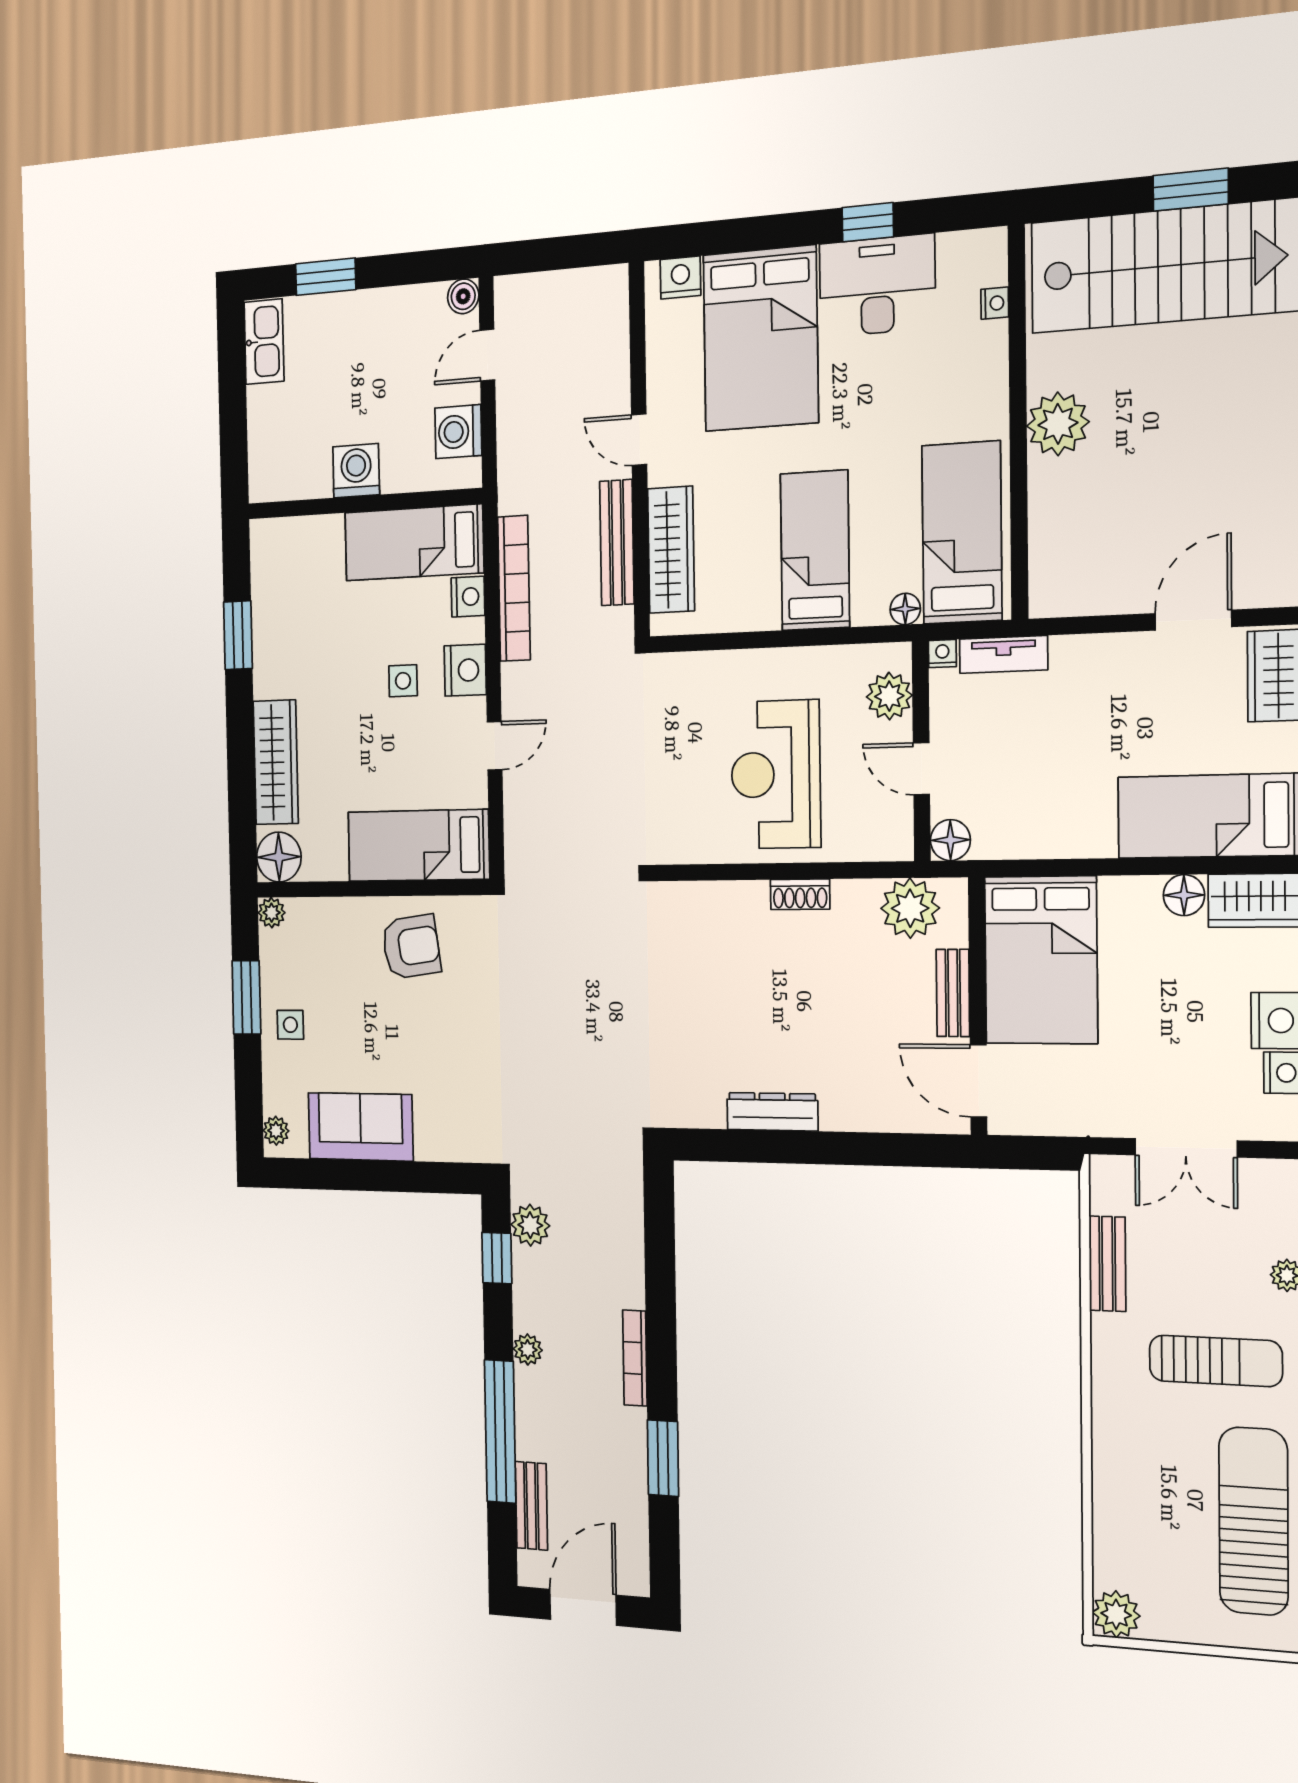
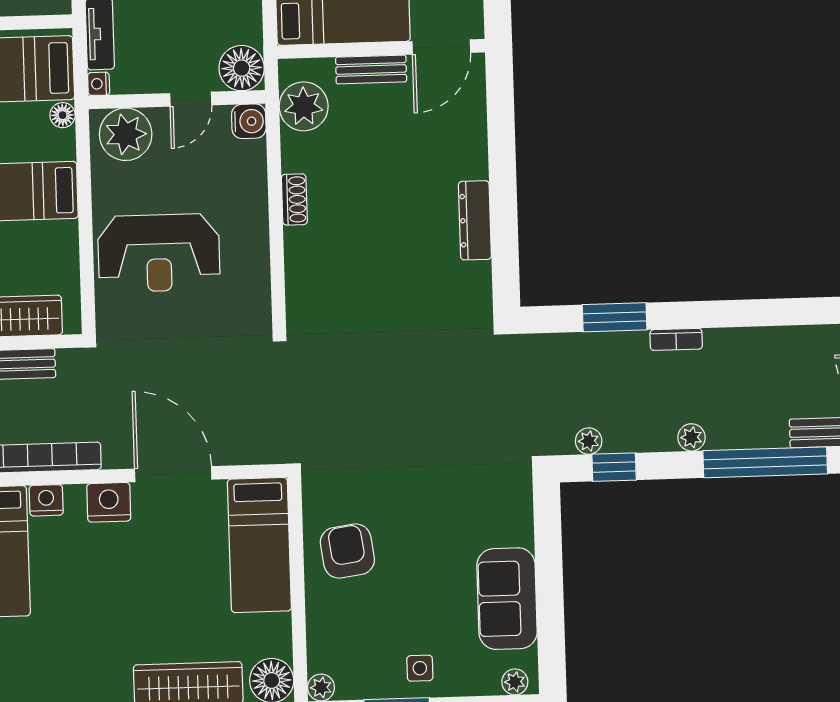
side table: (403, 681) -> (117, 561), removed
plant: (889, 696) -> (126, 134), width x1.36, depth x1.36
door: (495, 746) -> (173, 474), width x1.88
reception desk: (776, 775) -> (159, 253), moved
water cooler: (894, 840) -> (249, 121), added
floor lamp: (950, 840) -> (242, 68), width x1.38, depth x1.38
plant: (530, 1225) -> (589, 441), width x0.73, depth x0.73
bookcase: (635, 1358) -> (676, 339), width x0.64
window: (663, 1458) -> (615, 317), moved

